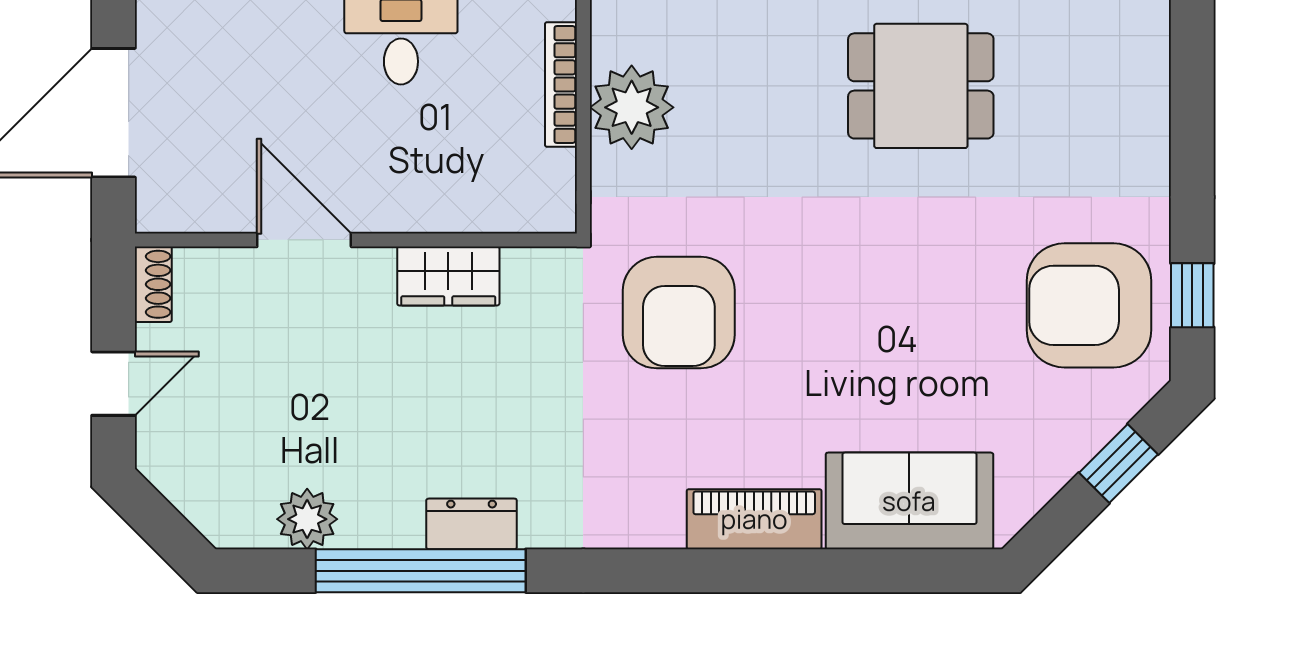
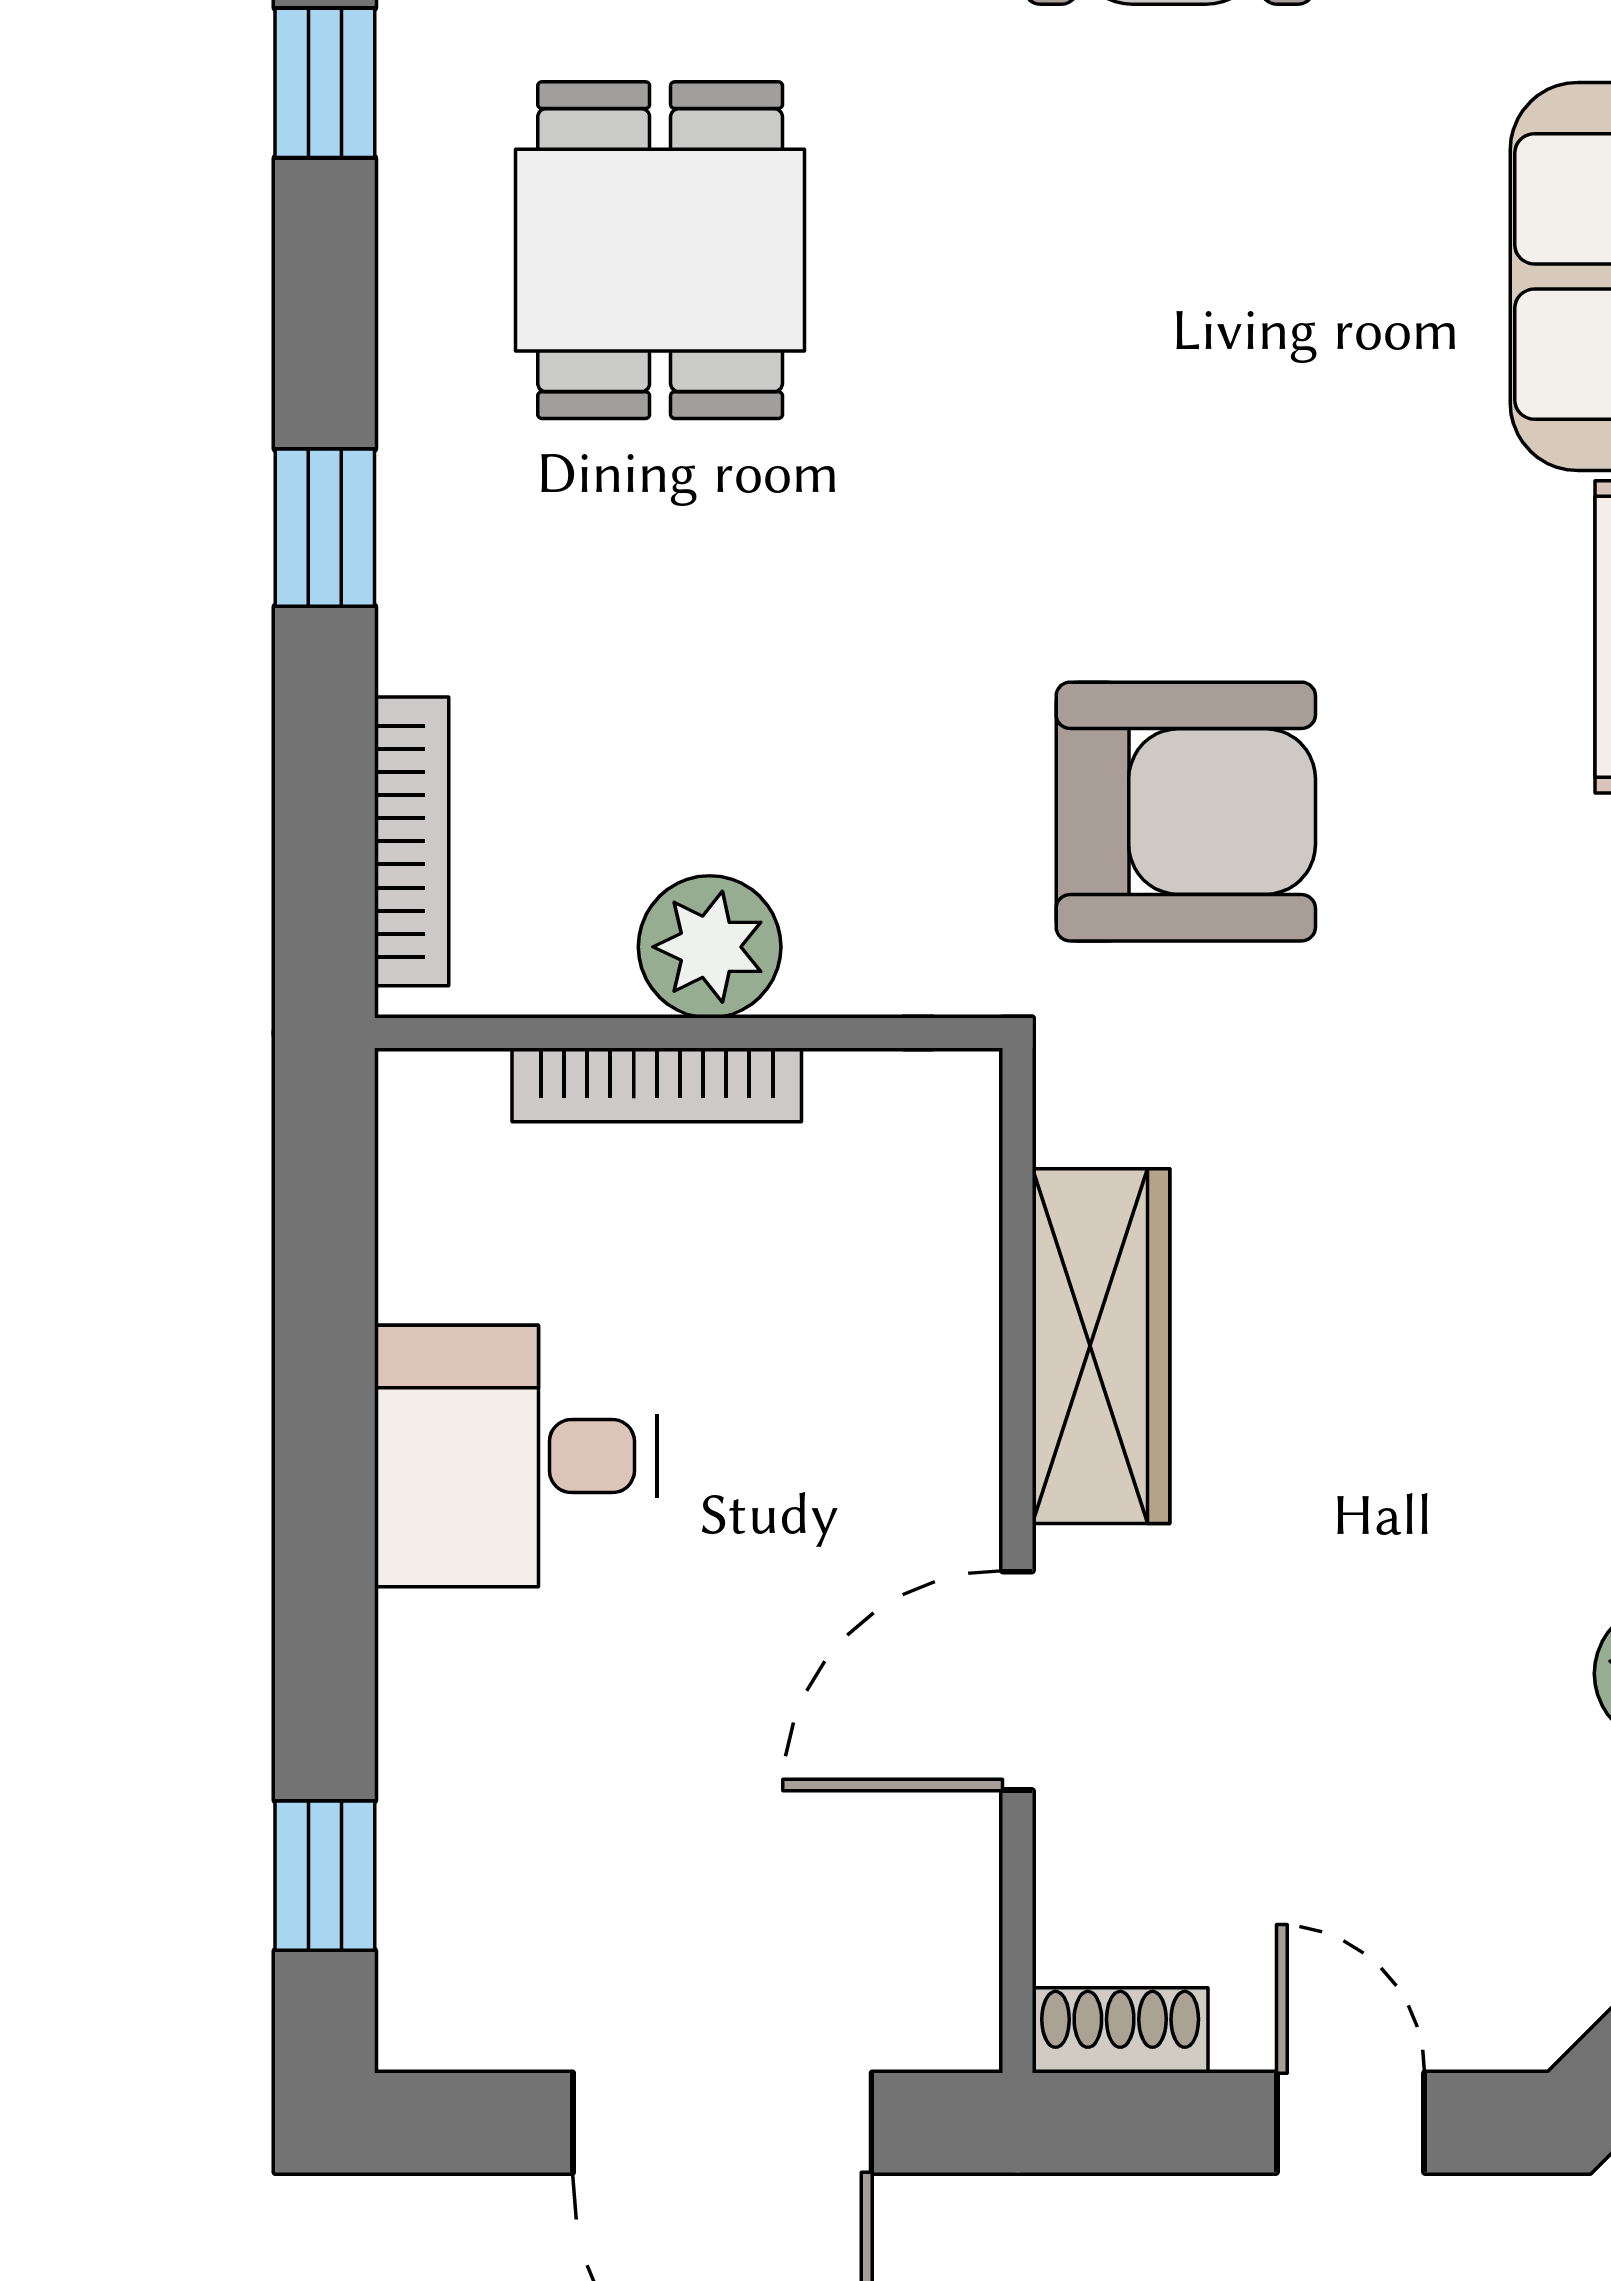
plant: (632, 107) -> (710, 947), width x0.73, depth x0.73
wardrobe: (448, 276) -> (1101, 1346), width x1.50

